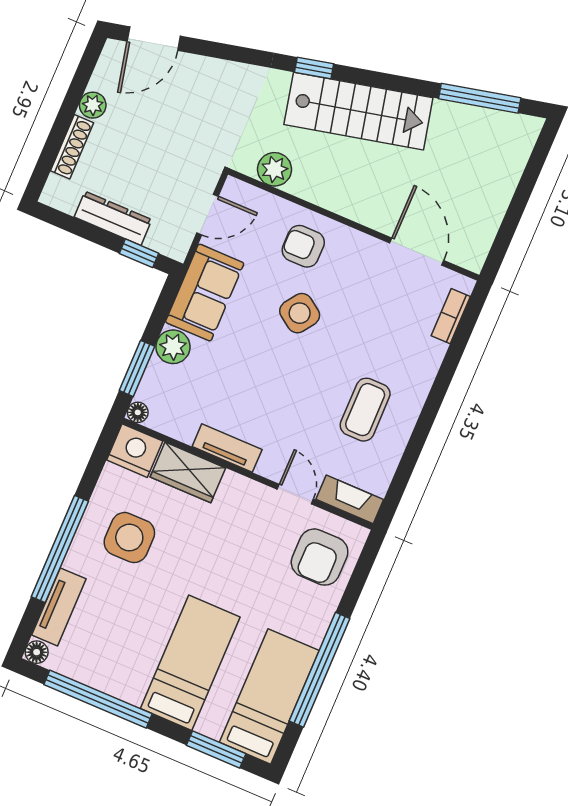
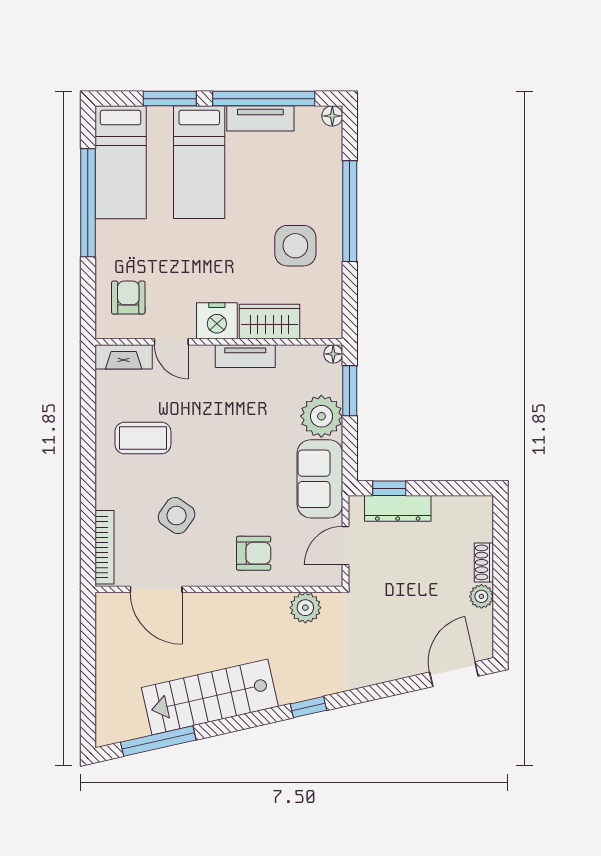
stairs: (358, 111) -> (210, 697), moved
shoe rack: (72, 147) -> (484, 562), width x0.70
dresser: (113, 218) -> (398, 508), moved
side table: (300, 313) -> (177, 516), moved
bookcase: (451, 316) -> (104, 547), width x1.56
plant: (173, 347) -> (321, 416), width x1.36, depth x1.36
coffee table: (365, 410) -> (143, 438), turned 90
nightstand: (135, 451) -> (217, 321), moved
armchair: (320, 557) -> (128, 298), width x0.72, depth x0.72
tv unit: (59, 607) -> (260, 118), moved, turned -90
window: (216, 749) -> (170, 99), moved

